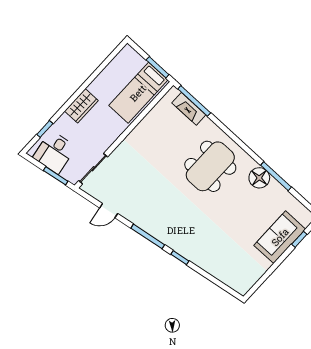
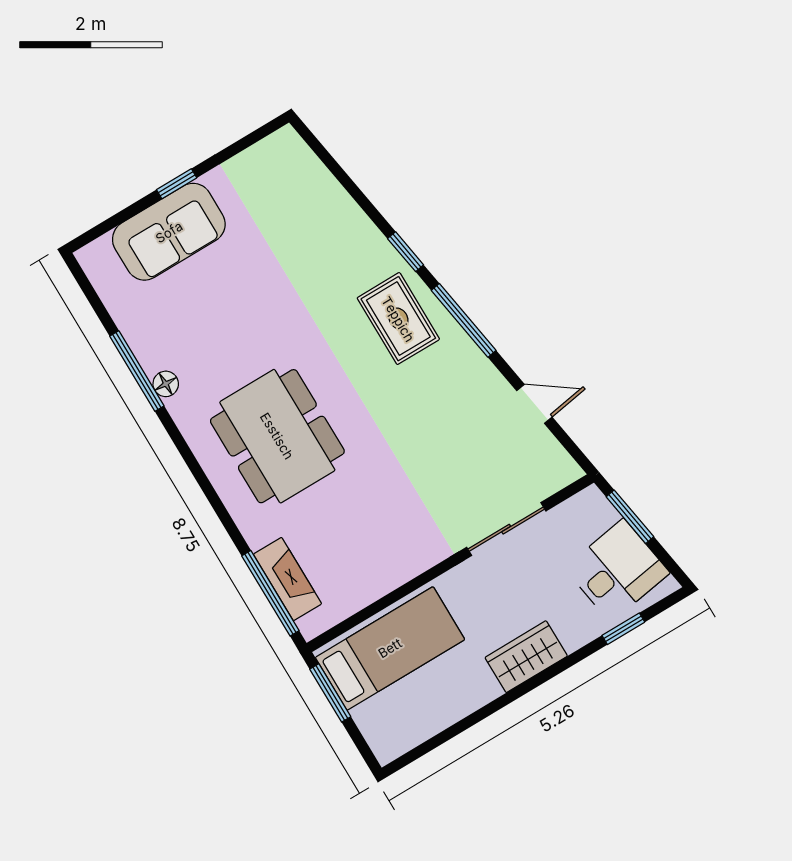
dining table: (210, 166) -> (277, 436), turned 90
sliding door: (93, 169) -> (506, 529), moved
floor lamp: (259, 178) -> (166, 384), width x0.53, depth x0.53
rug: (175, 229) -> (398, 319), added
window: (299, 239) -> (177, 184), moved

